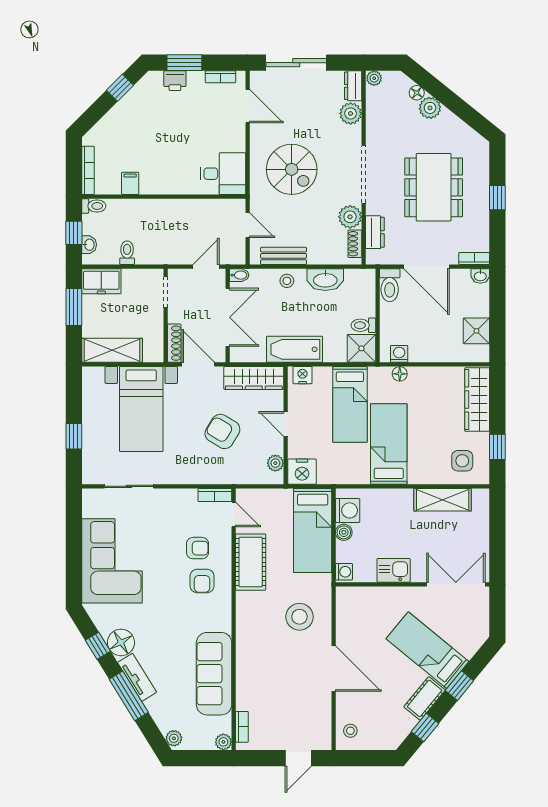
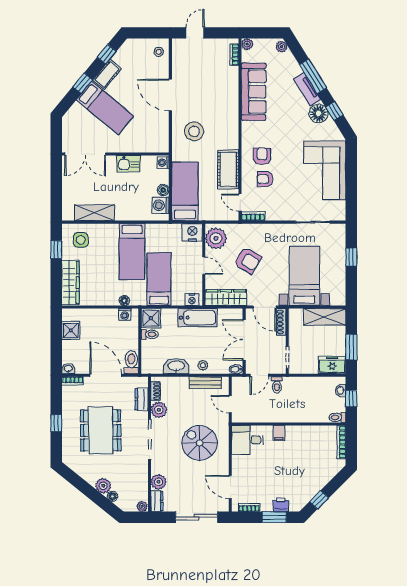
filing cabinet: (130, 183) -> (279, 433), moved
toilet: (127, 253) -> (277, 385), moved
plant: (275, 463) -> (216, 238), width x1.88, depth x1.88

